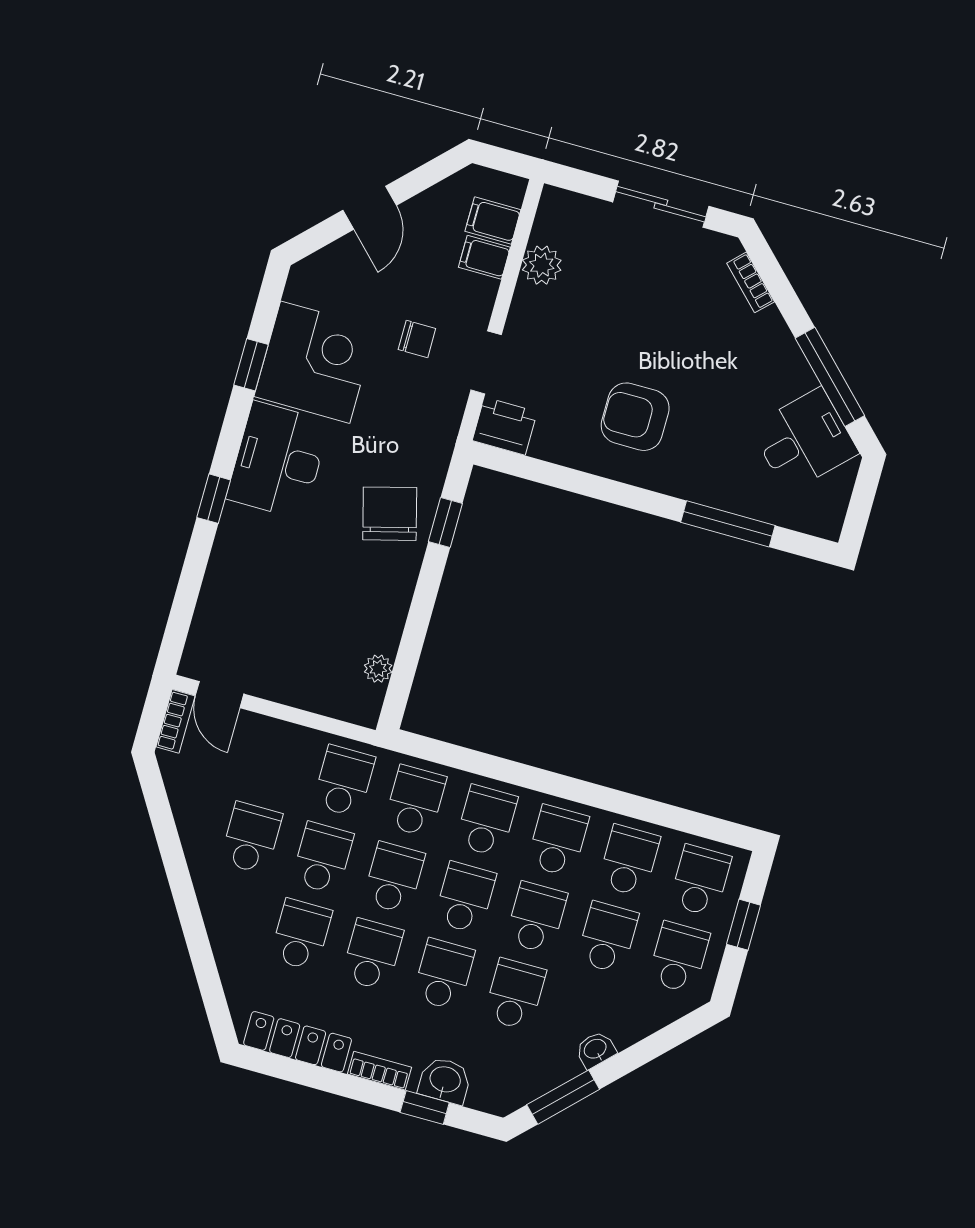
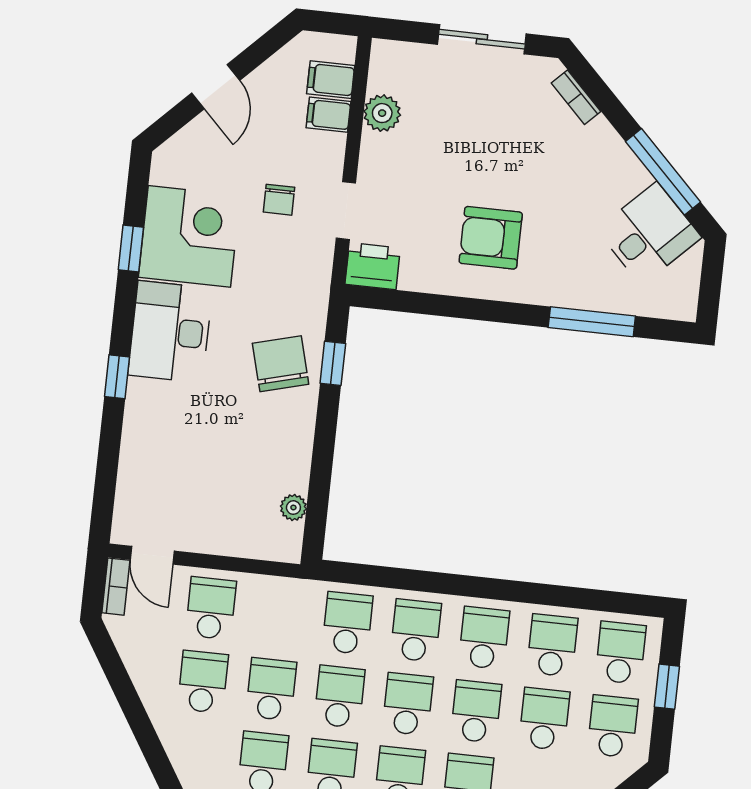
chair: (417, 339) -> (279, 200), turned 90
school desk: (344, 781) -> (211, 608), moved

